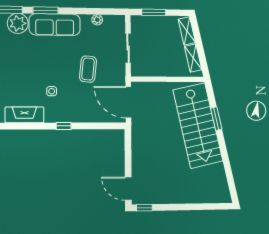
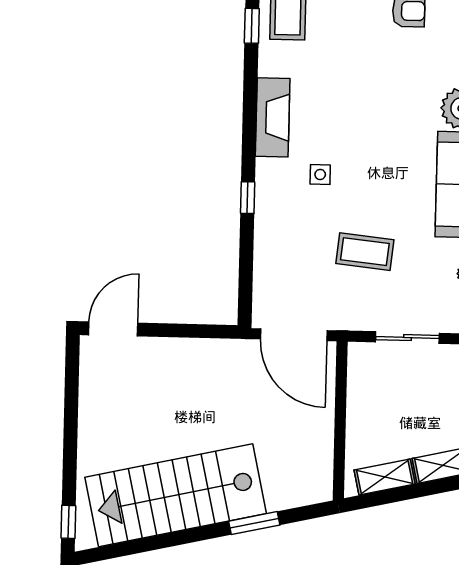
door: (128, 102) -> (294, 335), swing flipped
stairs: (198, 126) -> (176, 495), moved
window: (144, 208) -> (68, 522), moved

